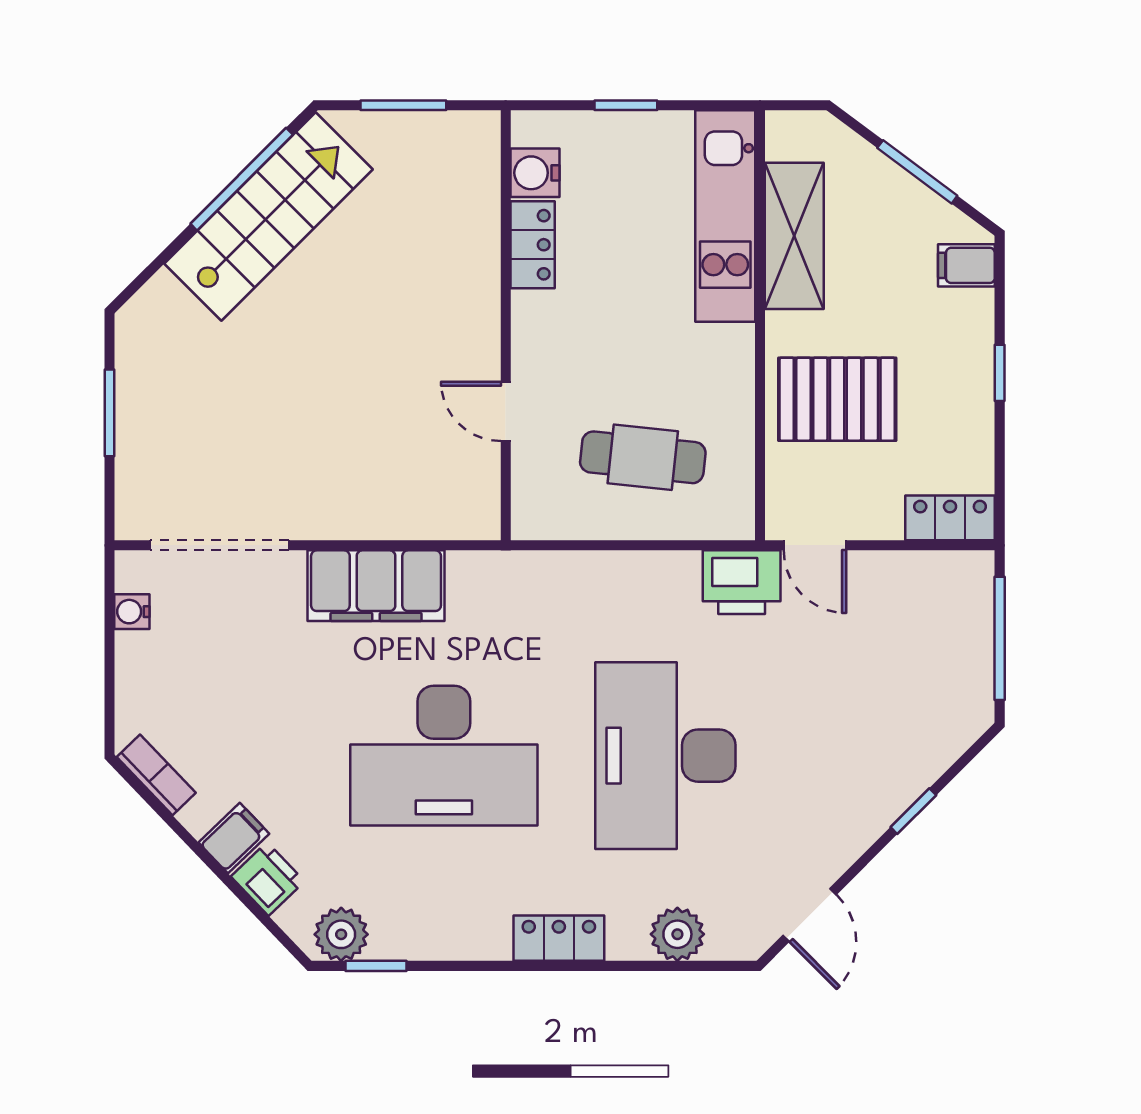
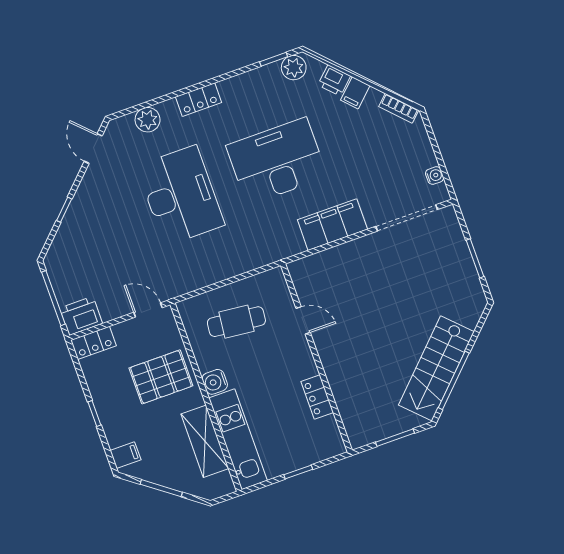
water cooler: (535, 173) -> (215, 382), moved, turned 180
printer: (742, 582) -> (81, 316), moved

